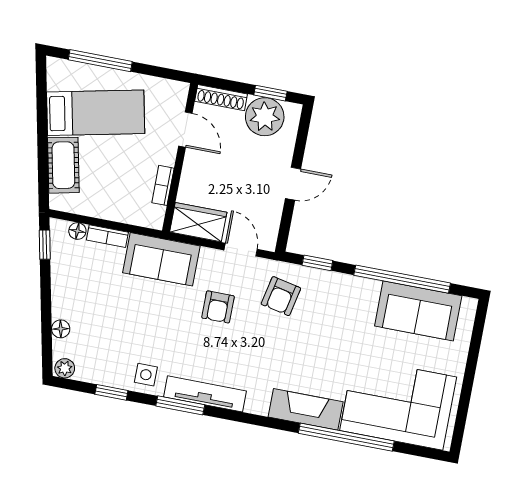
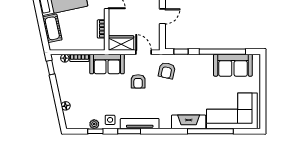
plant: (65, 368) -> (94, 124), moved

